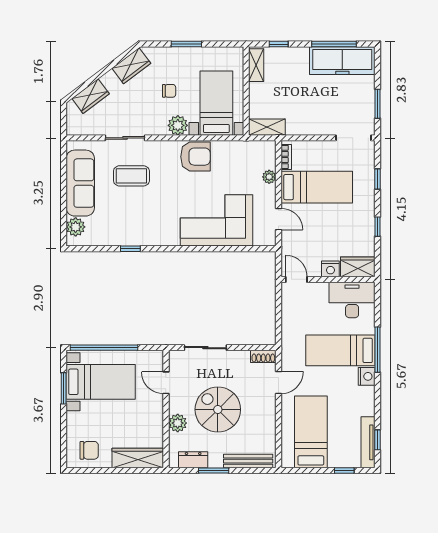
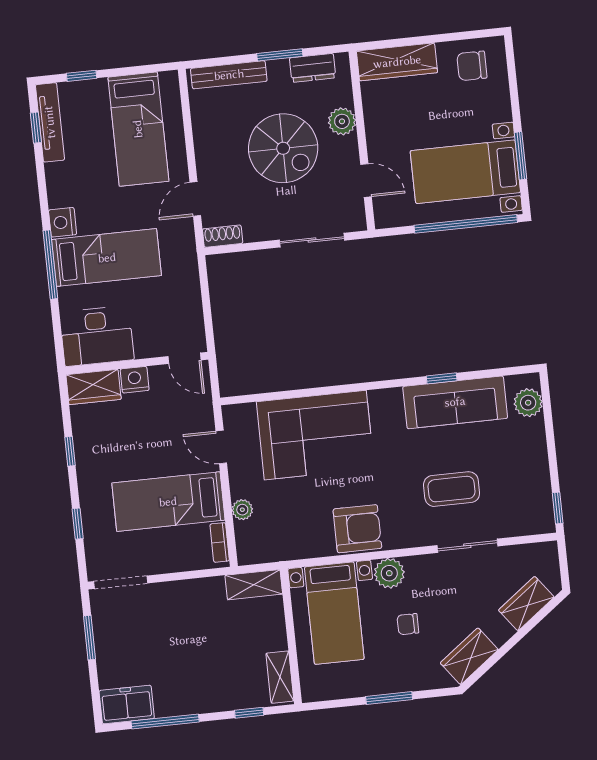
freezer: (342, 61) -> (127, 705), width x0.52, depth x0.79
window: (64, 156) -> (558, 508), added
armchair: (195, 157) -> (357, 529), turned 180
sofa: (80, 183) -> (455, 402), moved, turned -90

